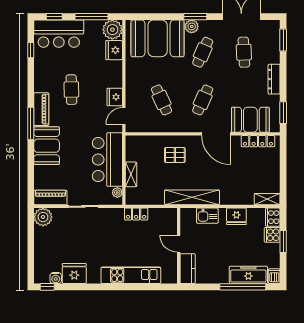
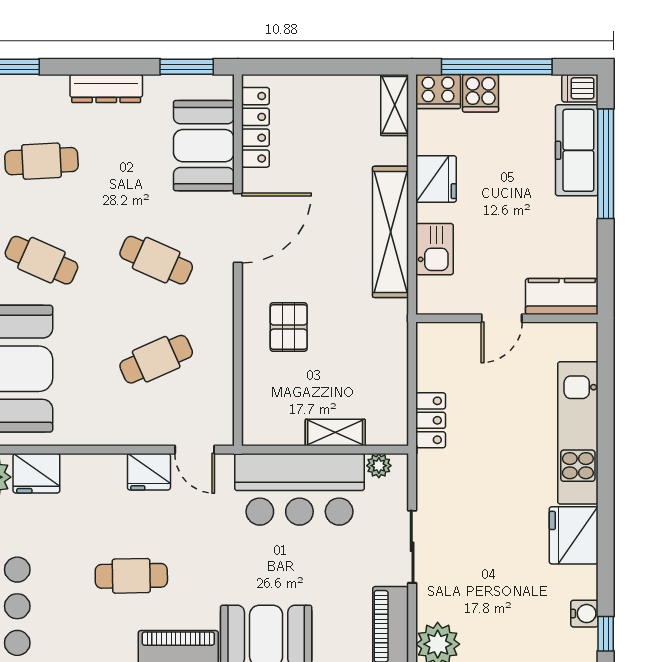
shelving: (192, 197) -> (391, 232), moved
window: (283, 242) -> (497, 67), width x2.11
fridge: (74, 274) -> (574, 535), moved

